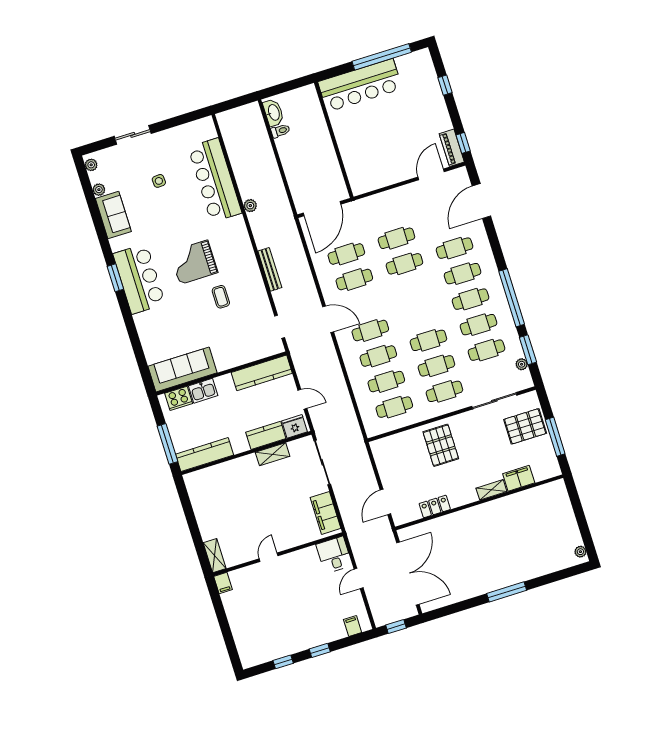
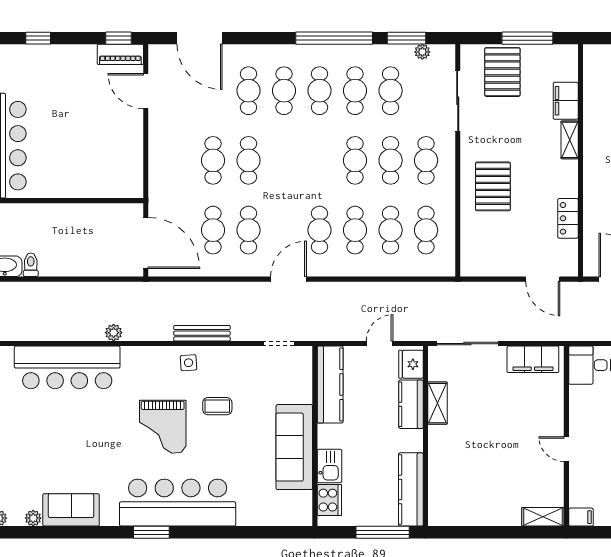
side table: (159, 181) -> (189, 363), moved
bar counter: (139, 279) -> (178, 503), width x1.36
sofa: (183, 369) -> (294, 447), moved
pallet: (441, 445) -> (493, 186), turned 90

